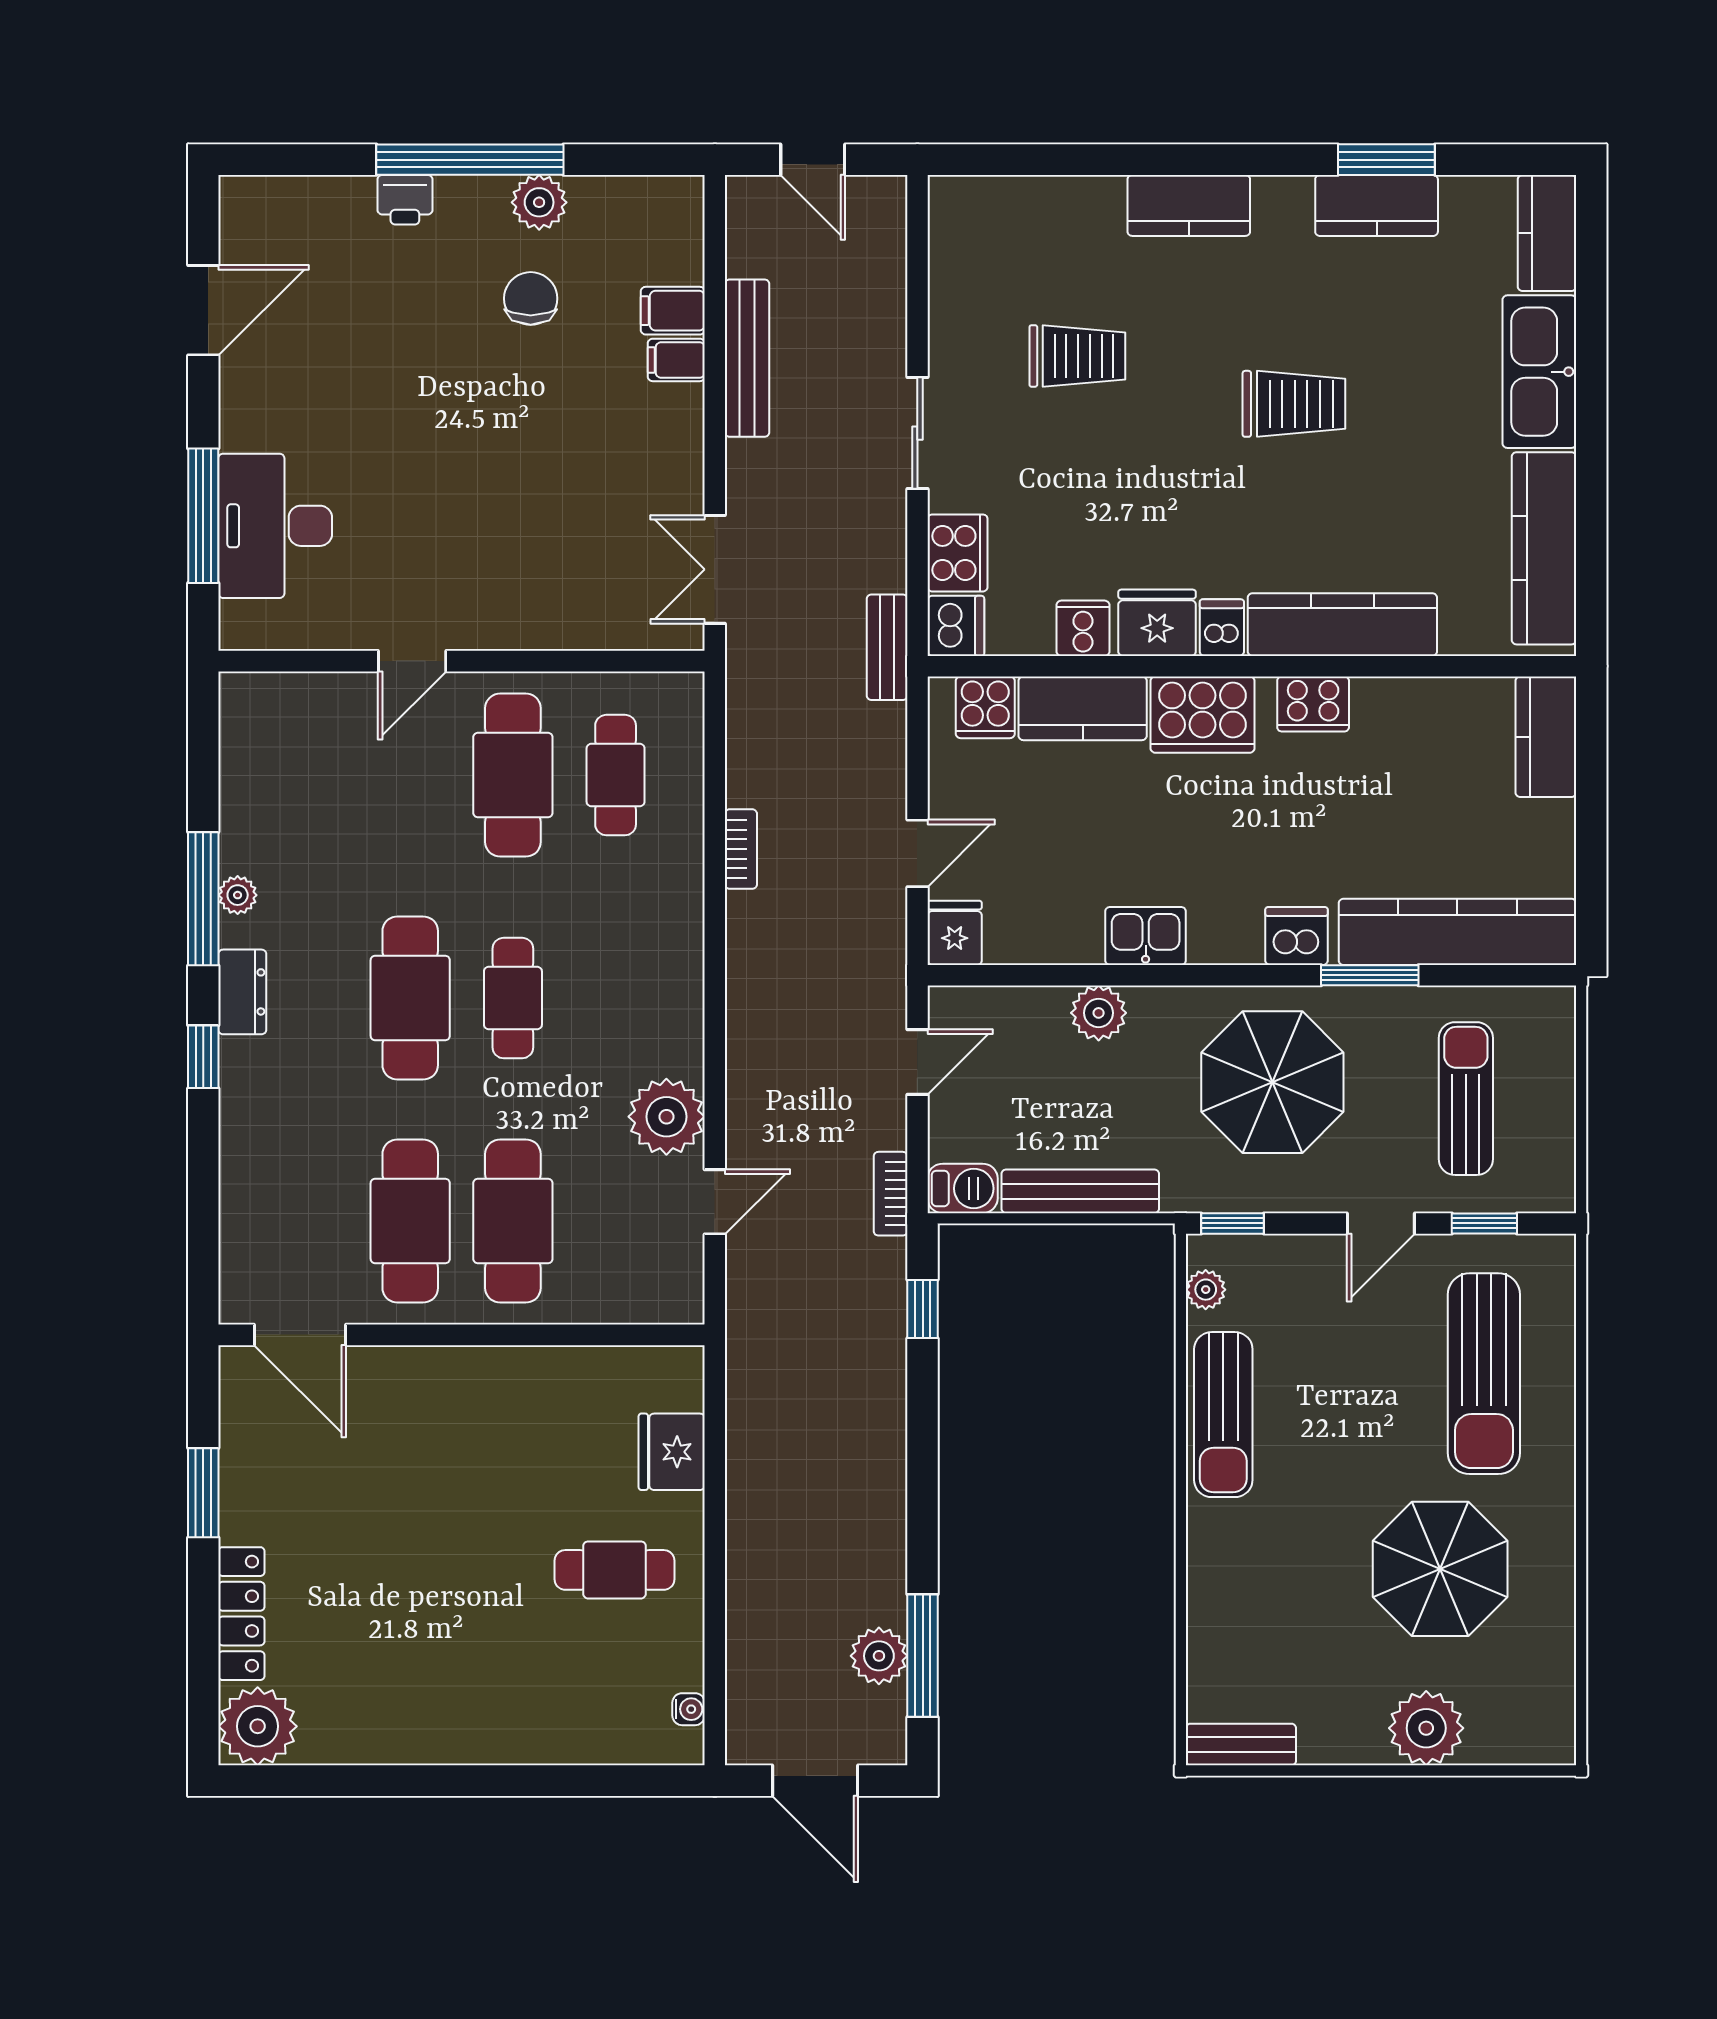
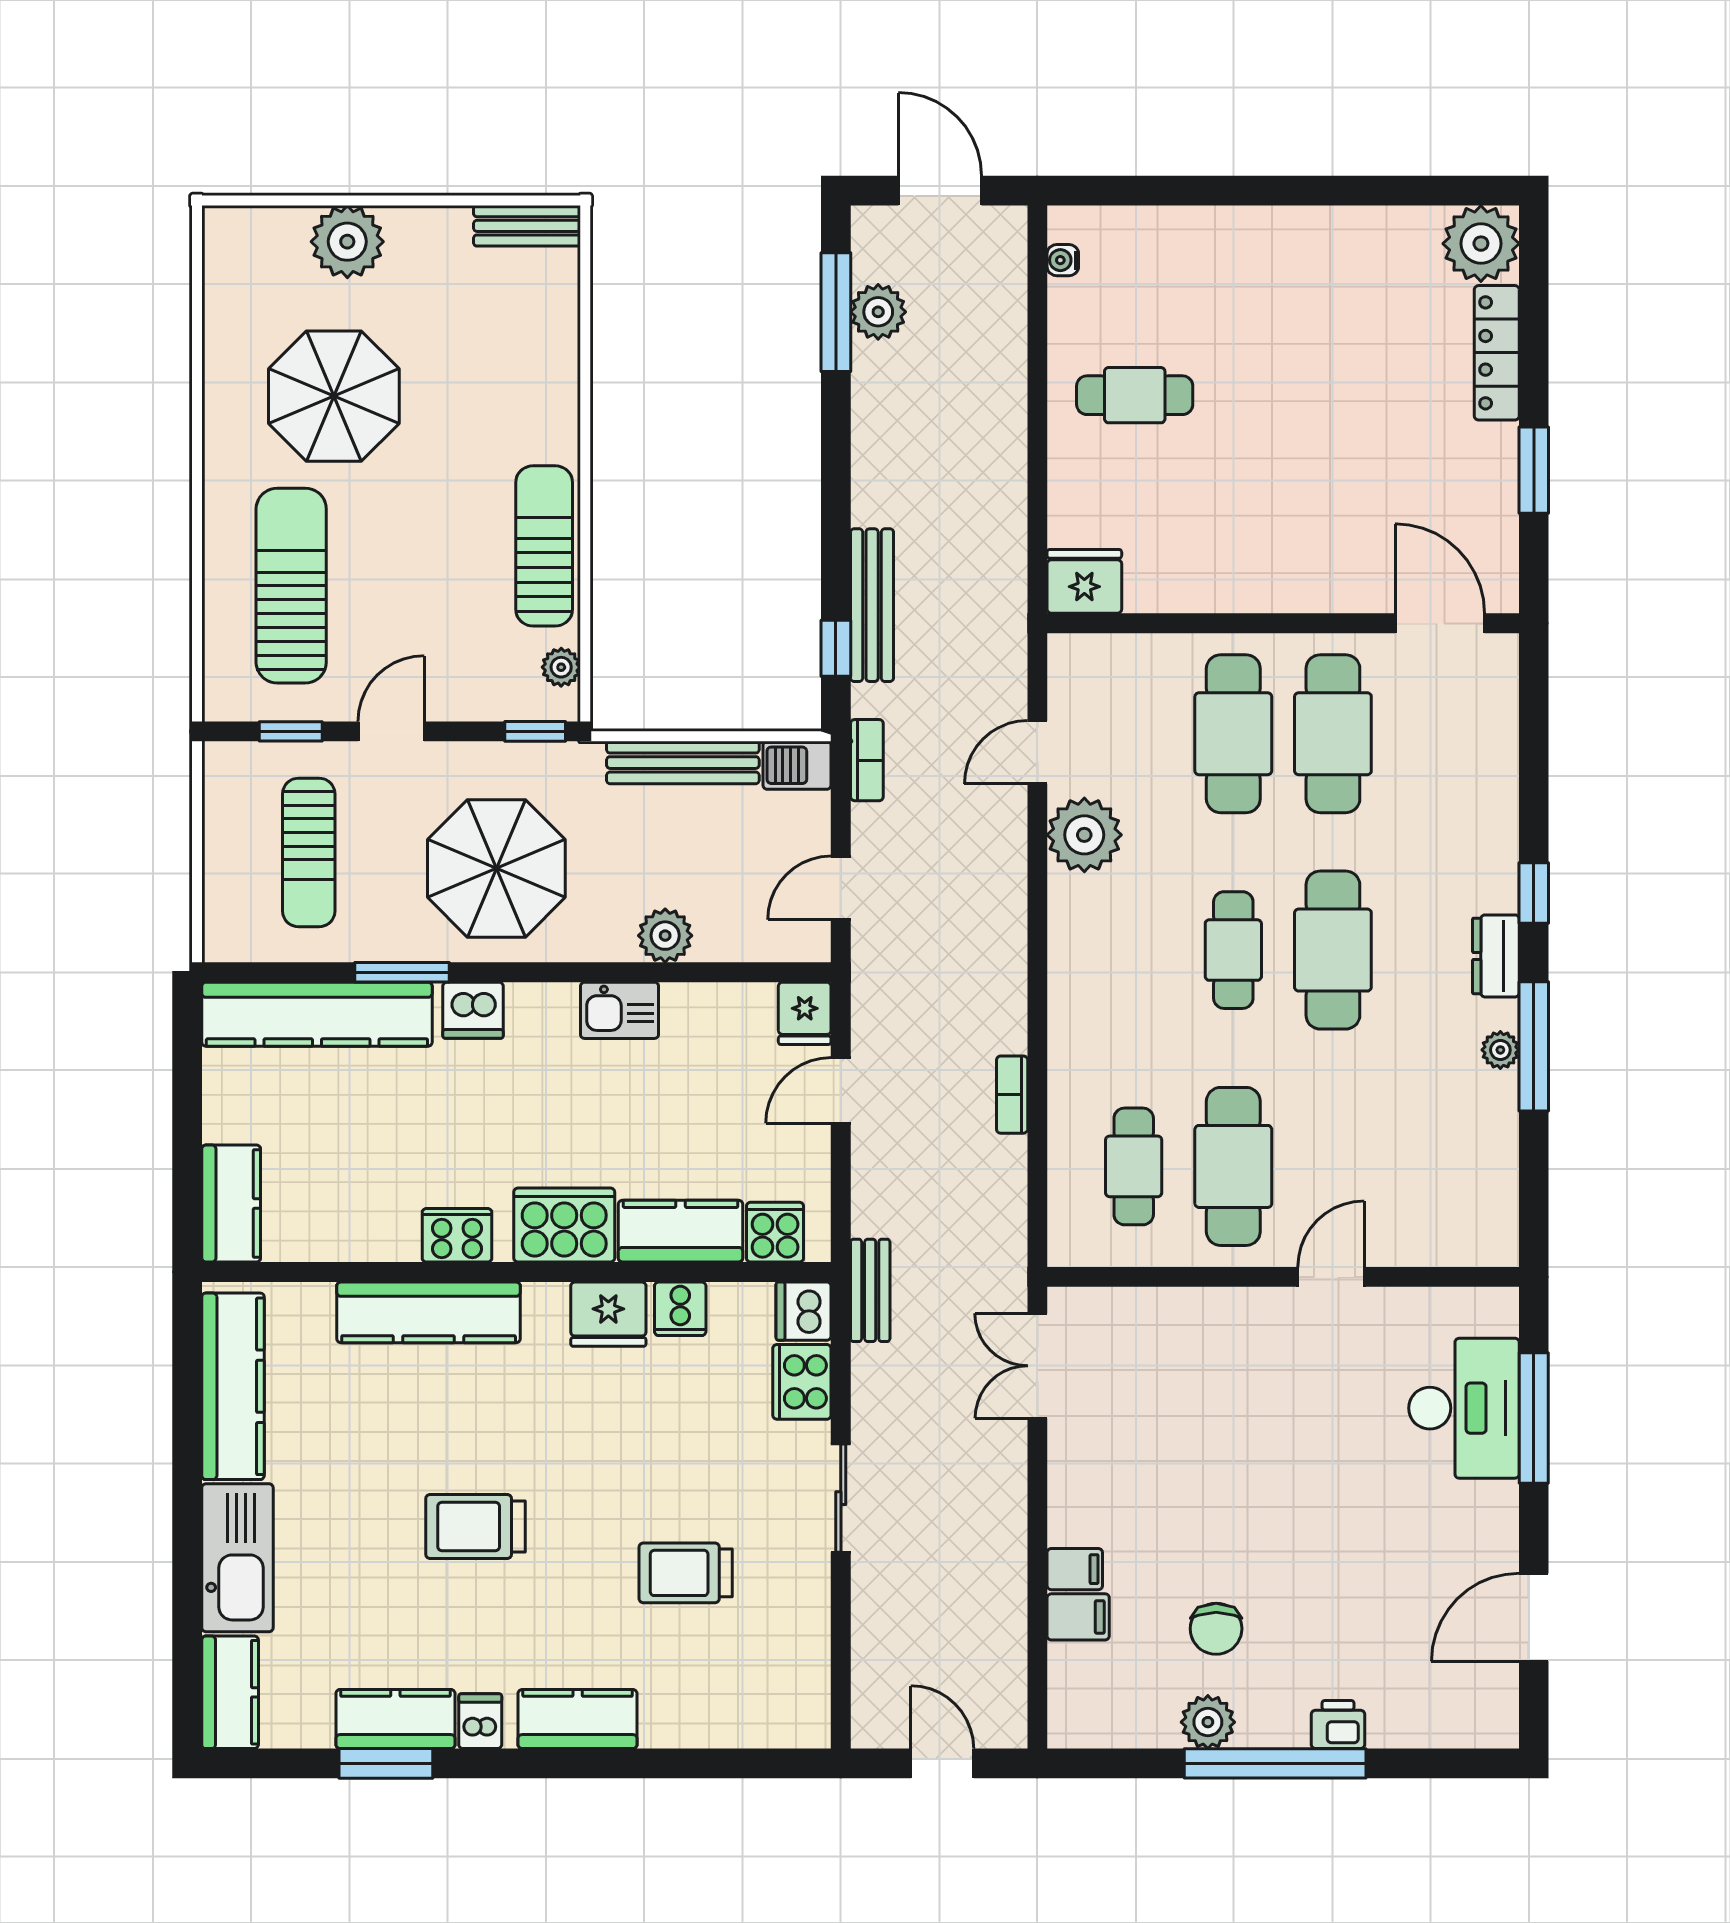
bench: (747, 358) -> (872, 605), moved
double door: (715, 569) -> (1037, 1366), swing flipped
dishwasher: (1222, 628) -> (480, 1721), moved, turned 180
fridge: (672, 1452) -> (1084, 581), moved, turned -90

